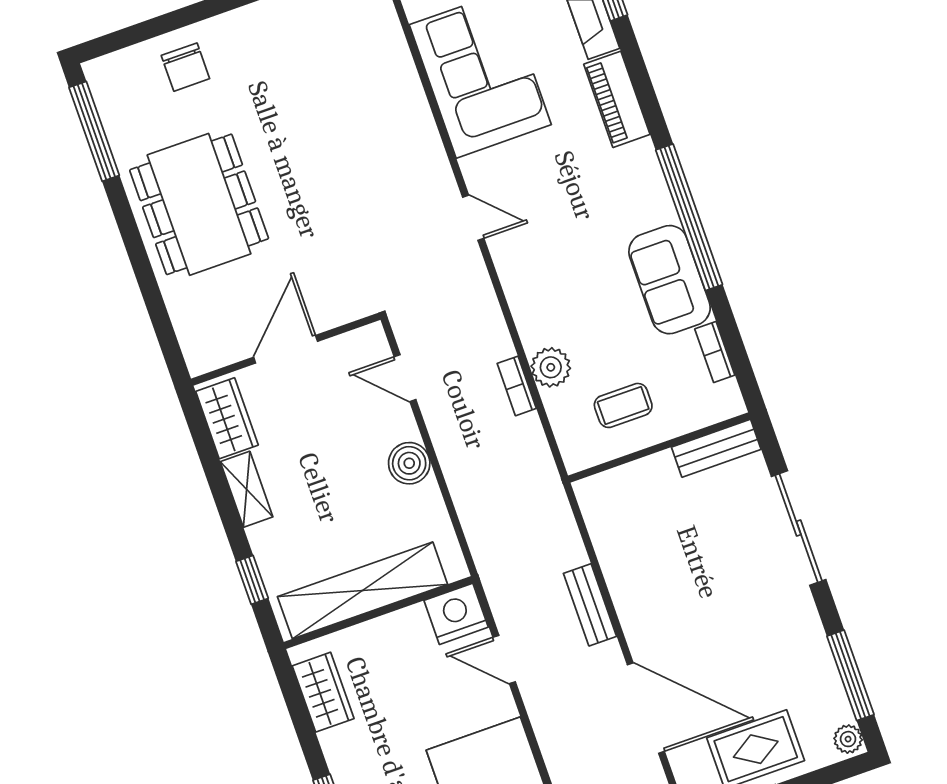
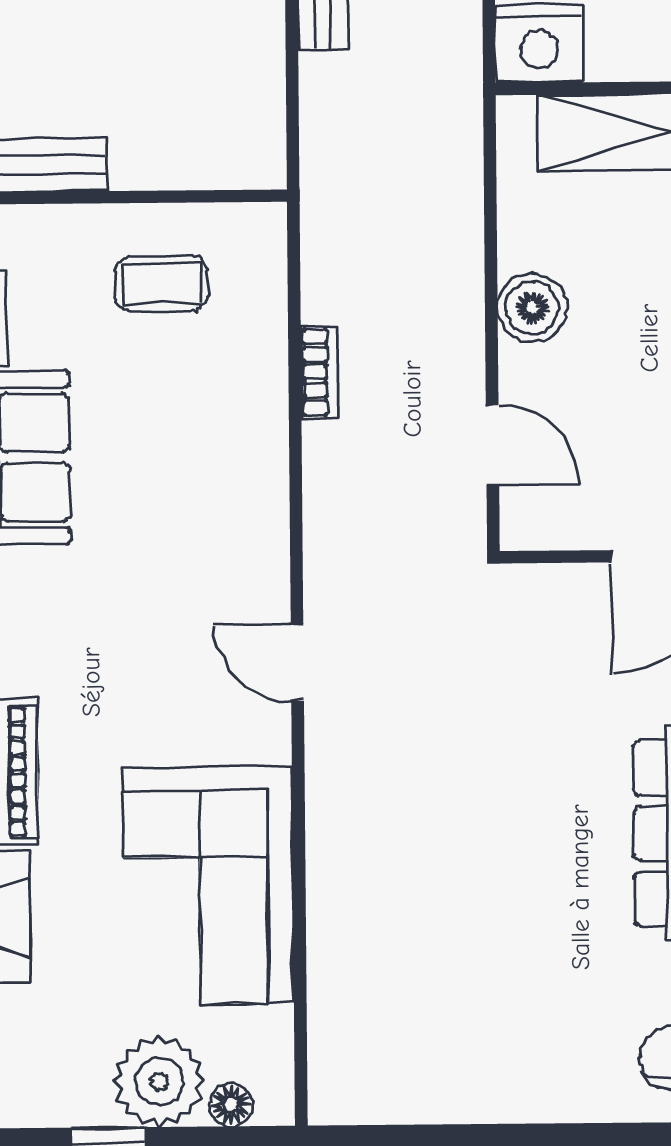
plant: (551, 367) -> (255, 383), removed

